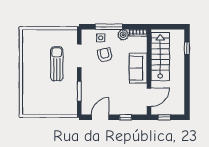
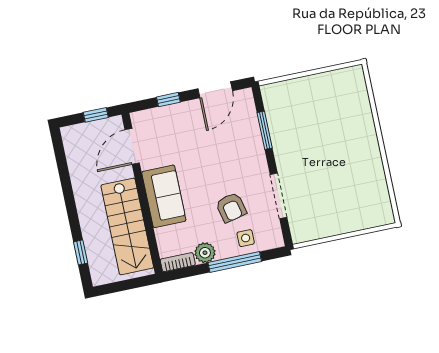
sun lounger: (57, 64) -> (317, 172), removed

